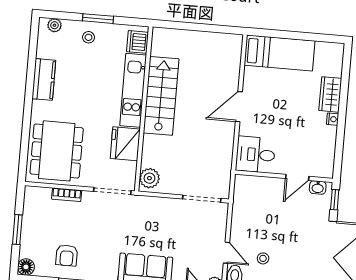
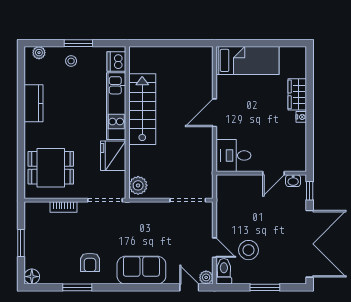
dining table: (57, 151) -> (51, 168), width x0.73
armchair: (67, 255) -> (90, 262), moved
stool: (263, 258) -> (249, 250), width x1.89, depth x1.89

